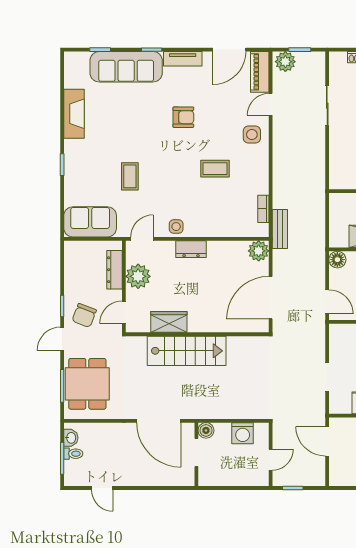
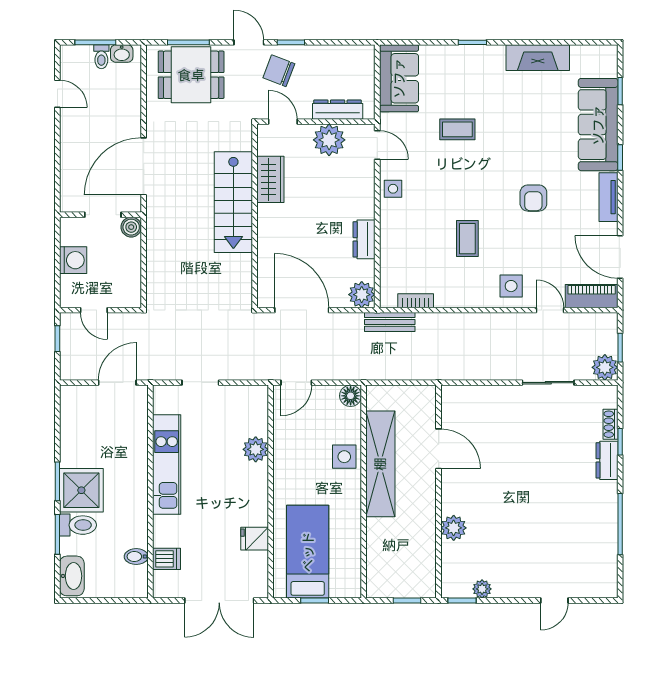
plant: (285, 62) -> (605, 367), moved
dresser: (191, 249) -> (364, 239), moved
washing machine: (243, 433) -> (73, 260), moved, turned 180
door: (102, 488) -> (57, 94), swing flipped

